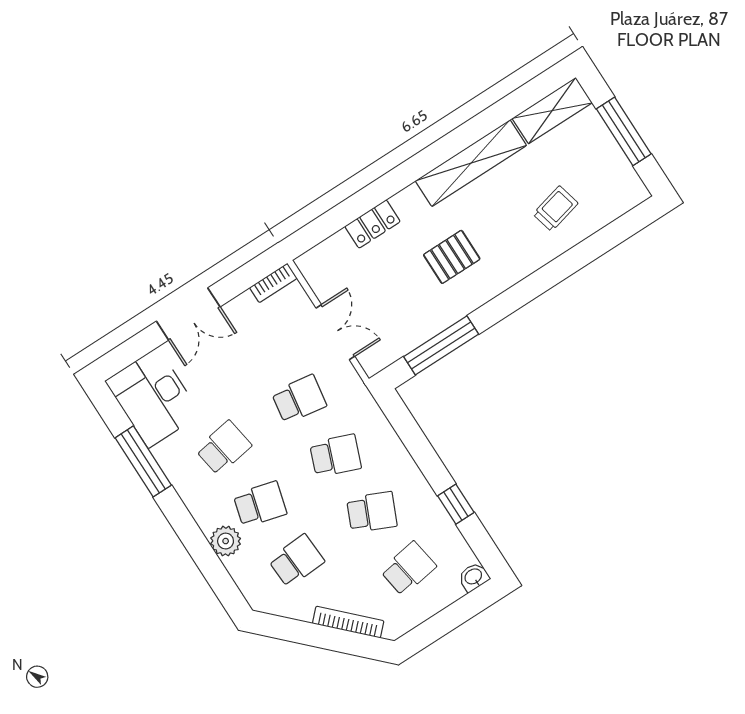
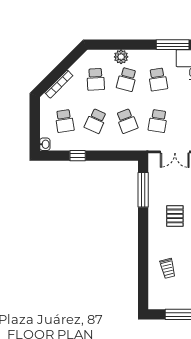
school desk: (335, 456) -> (127, 121), turned -42

